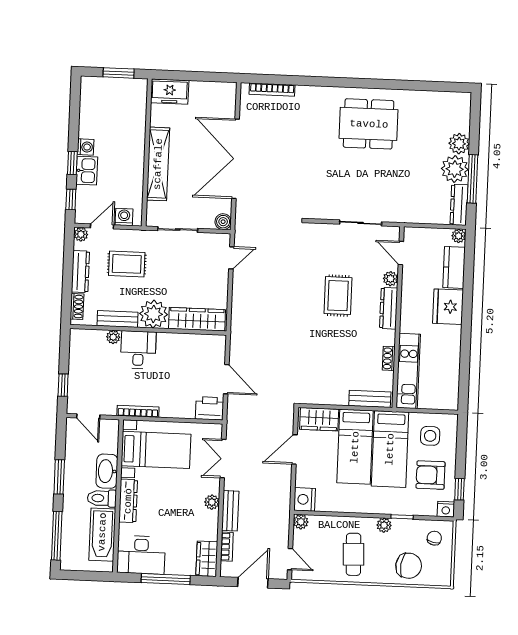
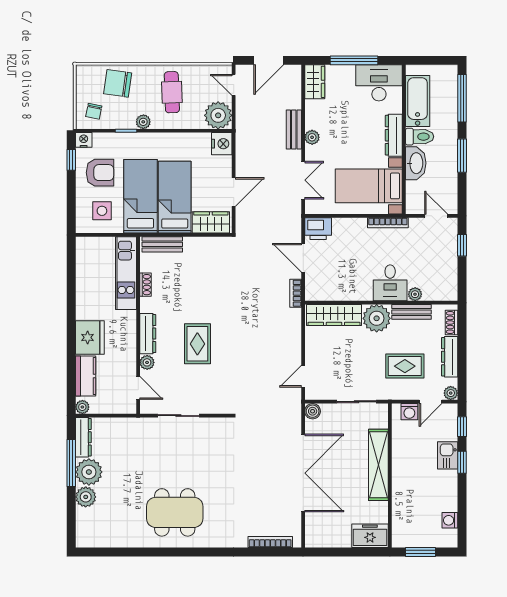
washing machine: (85, 147) -> (450, 520), moved
plant: (301, 522) -> (218, 115), width x1.87, depth x1.87
bookcase: (227, 547) -> (296, 293), moved

